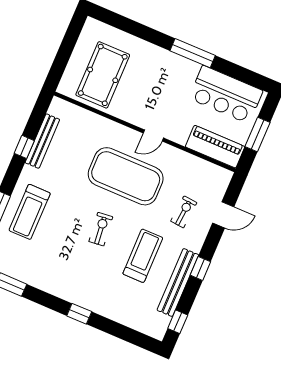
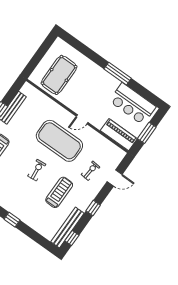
bench: (178, 282) -> (67, 228), moved

